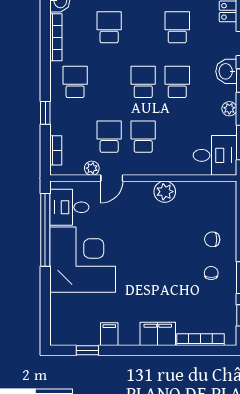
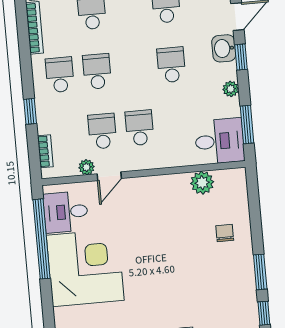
school desk: (143, 82) -> (97, 71), moved
plant: (165, 192) -> (202, 183), moved
chair: (212, 239) -> (225, 233), turned 90
chair: (211, 273) -> (227, 270), removed

